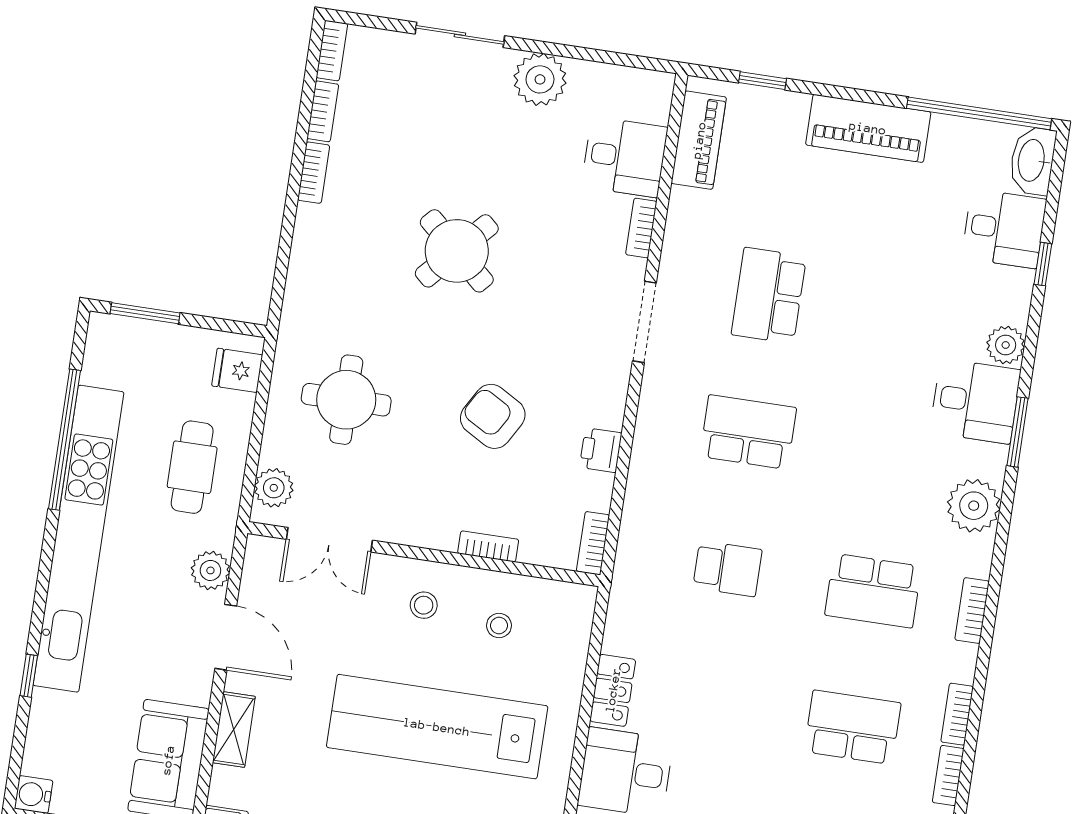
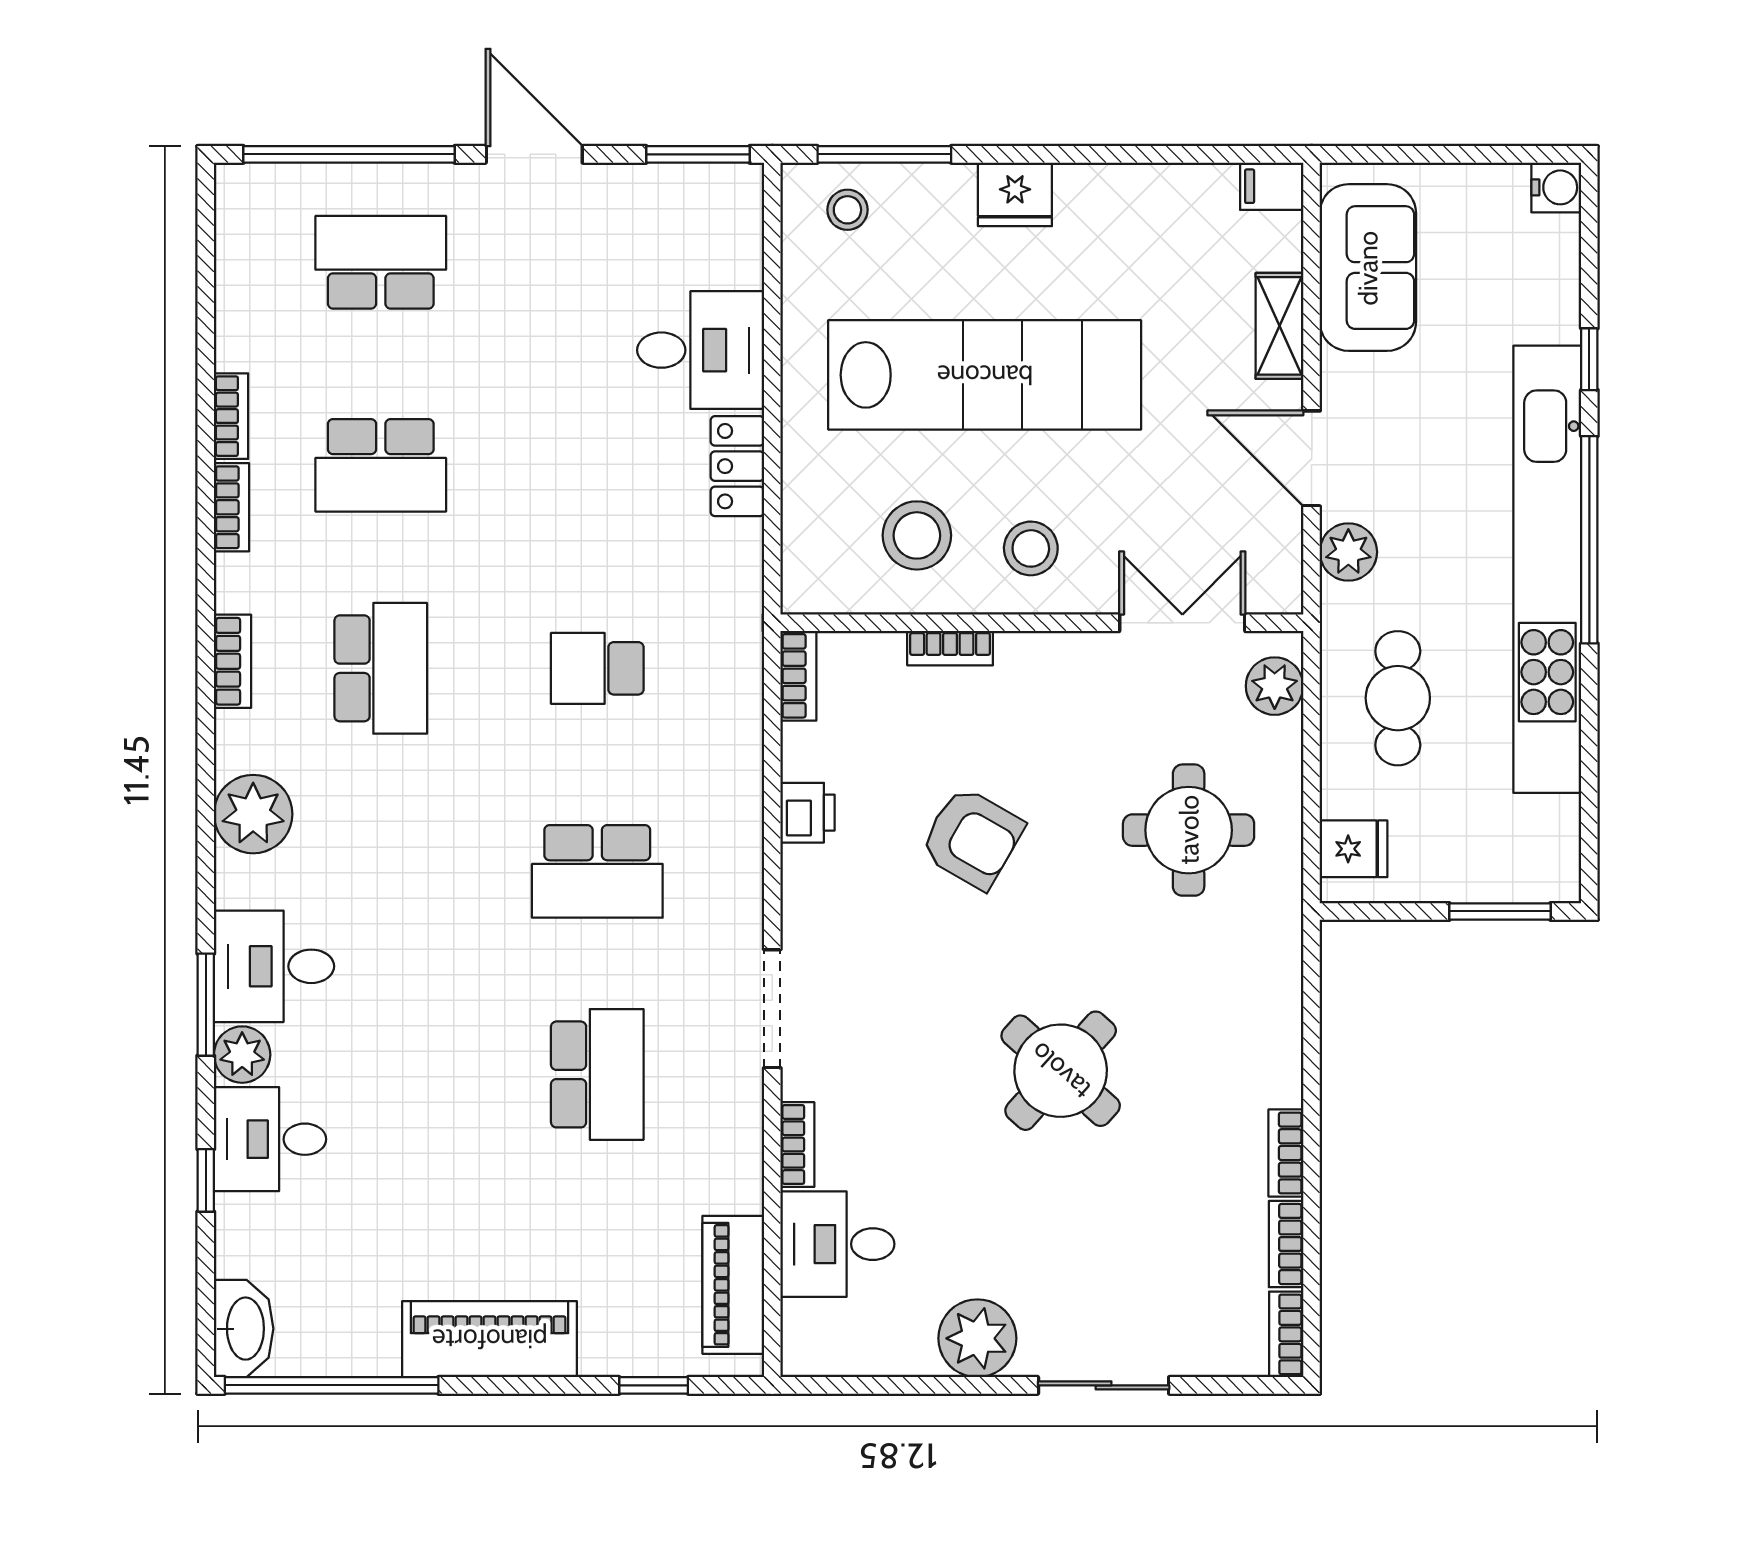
desk: (1004, 229) -> (270, 1139), moved
window: (1017, 432) -> (206, 1005), moved
window: (64, 440) -> (1589, 540), moved
school desk: (873, 591) -> (381, 668), turned 90
stool: (424, 605) -> (1031, 548), width x1.37, depth x1.37
stool: (499, 626) -> (917, 535), width x1.89, depth x1.89

